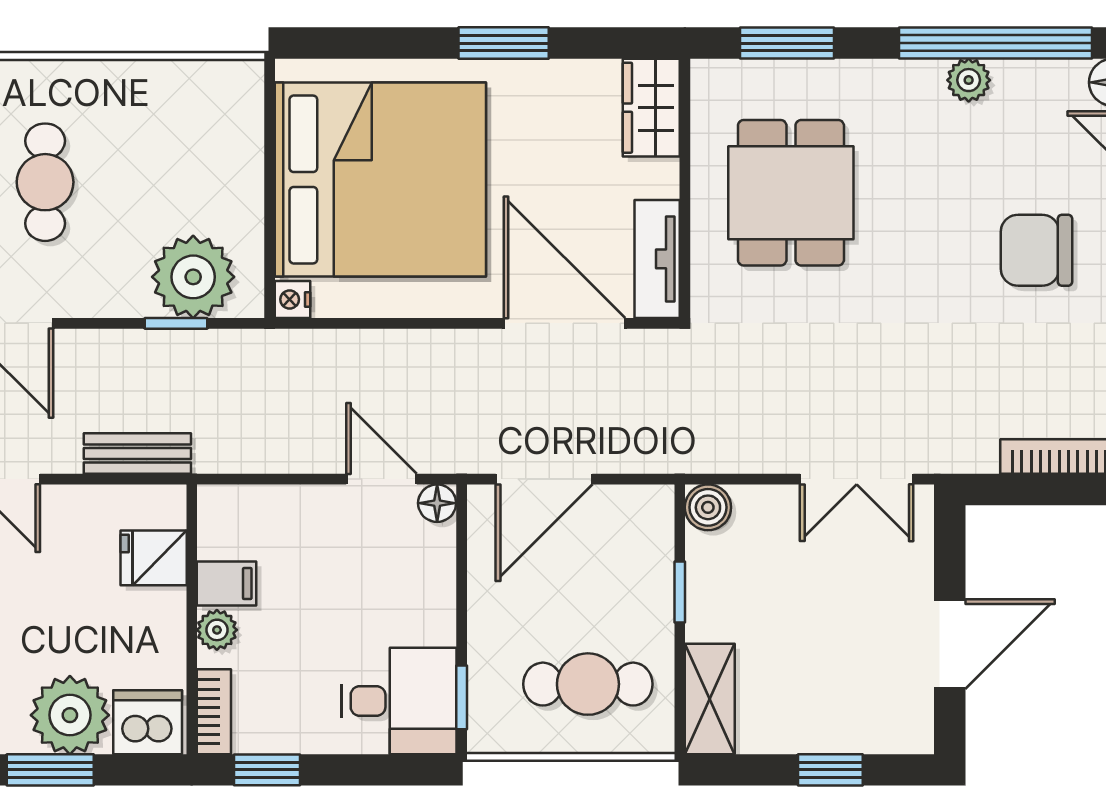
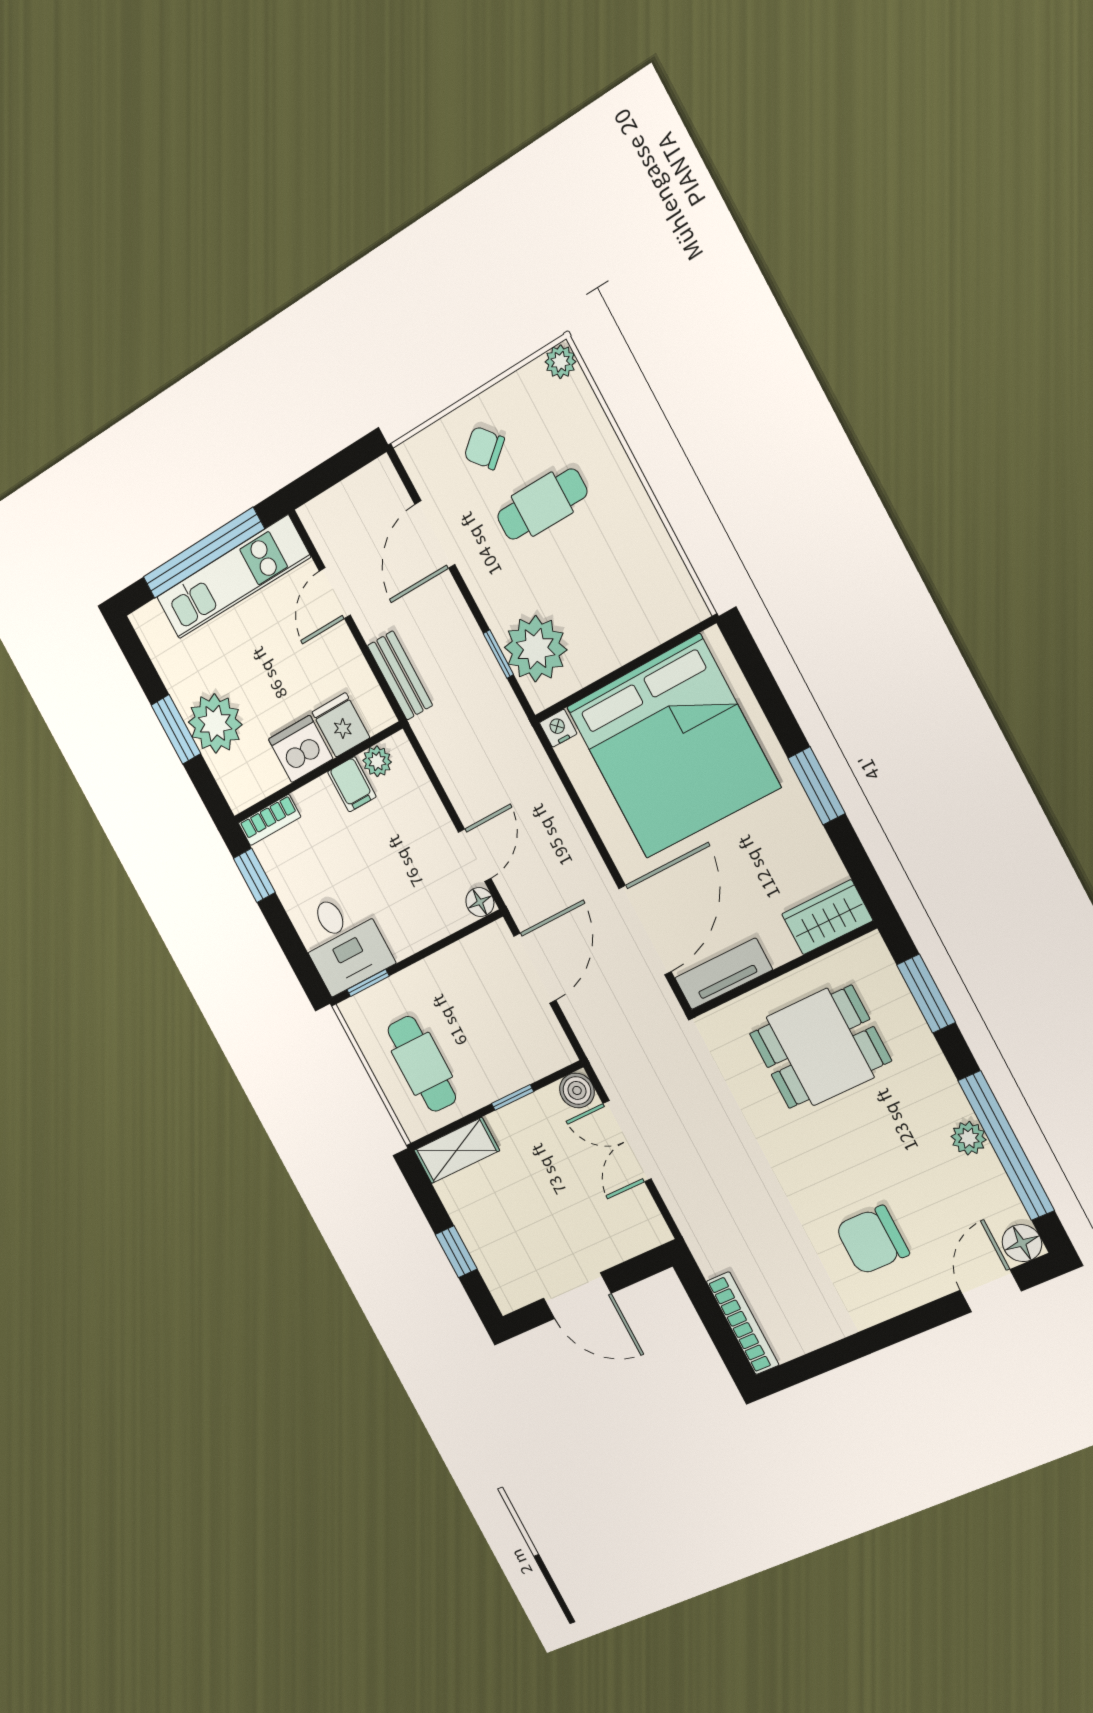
chair: (1036, 250) -> (872, 1240), turned -90
door: (544, 479) -> (535, 968), swing flipped
double door: (857, 479) -> (627, 1141), moved
plant: (217, 630) -> (377, 761), moved
dishwasher: (148, 722) -> (301, 749), moved, turned -90

